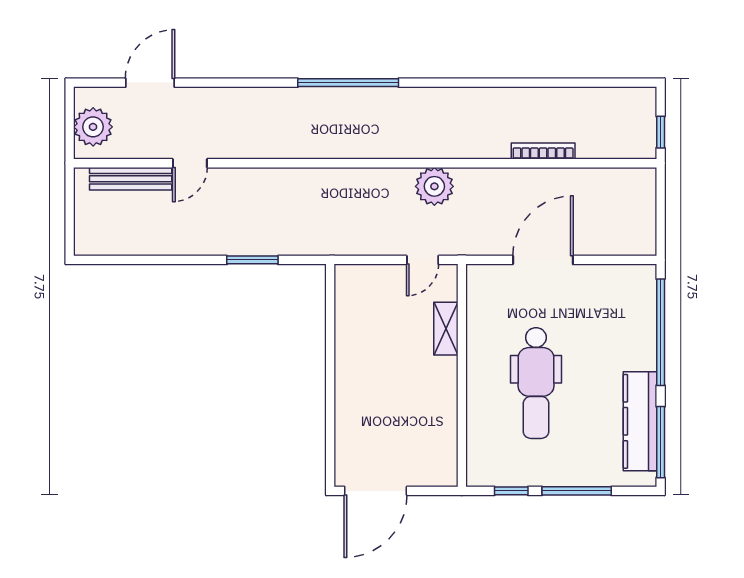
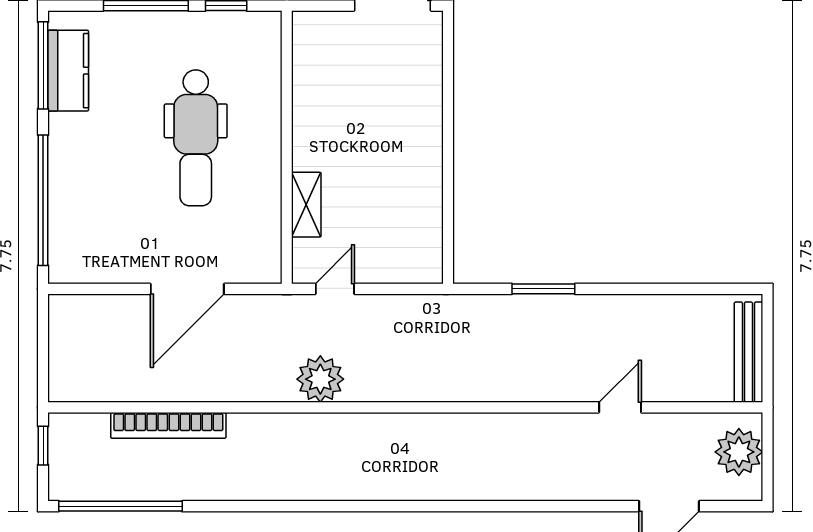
window: (348, 83) -> (120, 506), moved
bookcase: (543, 151) -> (168, 425), width x1.48, depth x1.31
bench: (131, 179) -> (748, 352), moved, turned 90
dental chair: (536, 383) -> (196, 138), turned 180
kitchen counter: (640, 421) -> (68, 71), width x0.67

